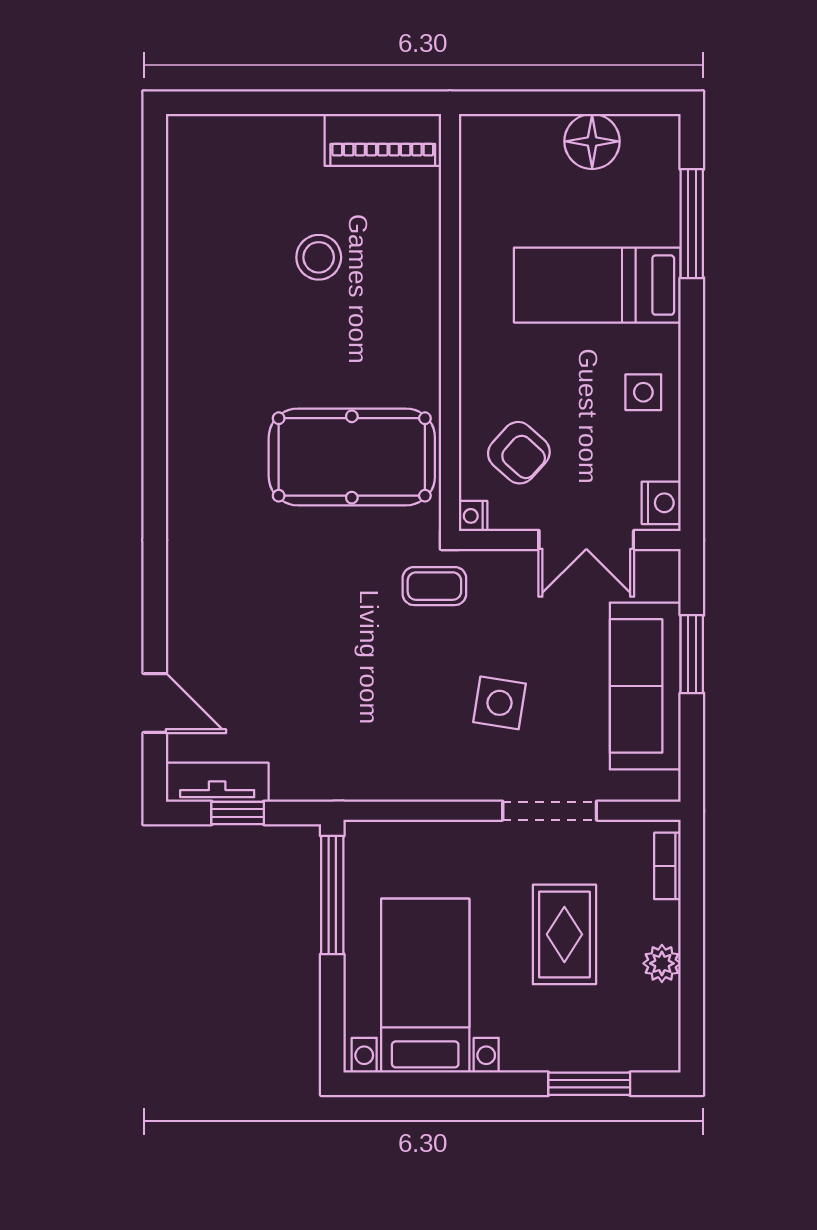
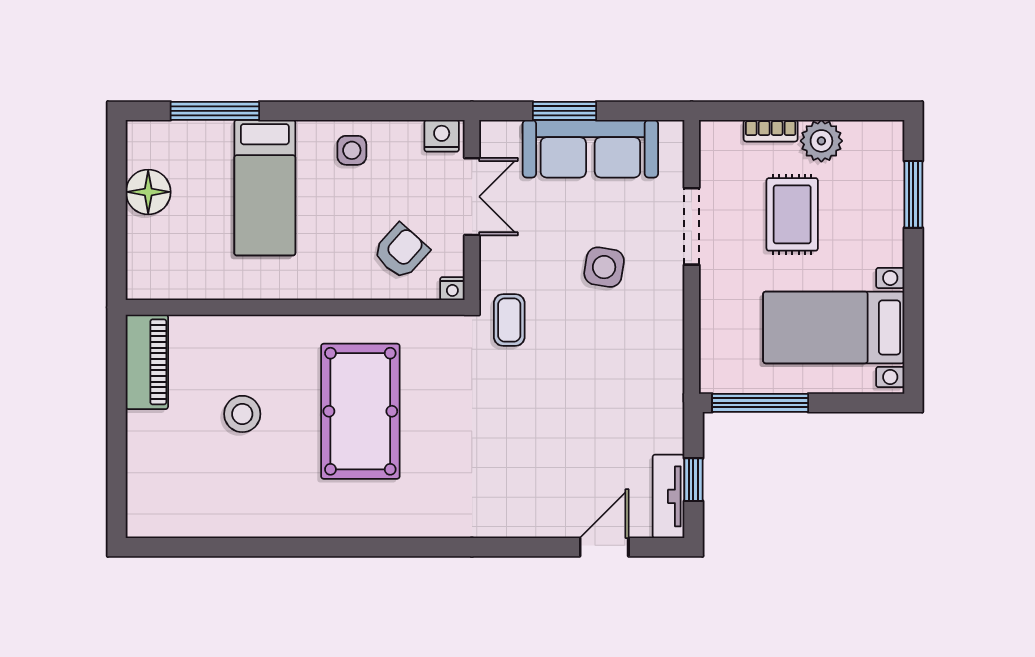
pool table: (352, 457) -> (360, 411), moved
bookcase: (667, 866) -> (771, 131), moved
rug: (564, 934) -> (792, 214), turned 90
plant: (662, 963) -> (821, 141), width x1.38, depth x1.38

